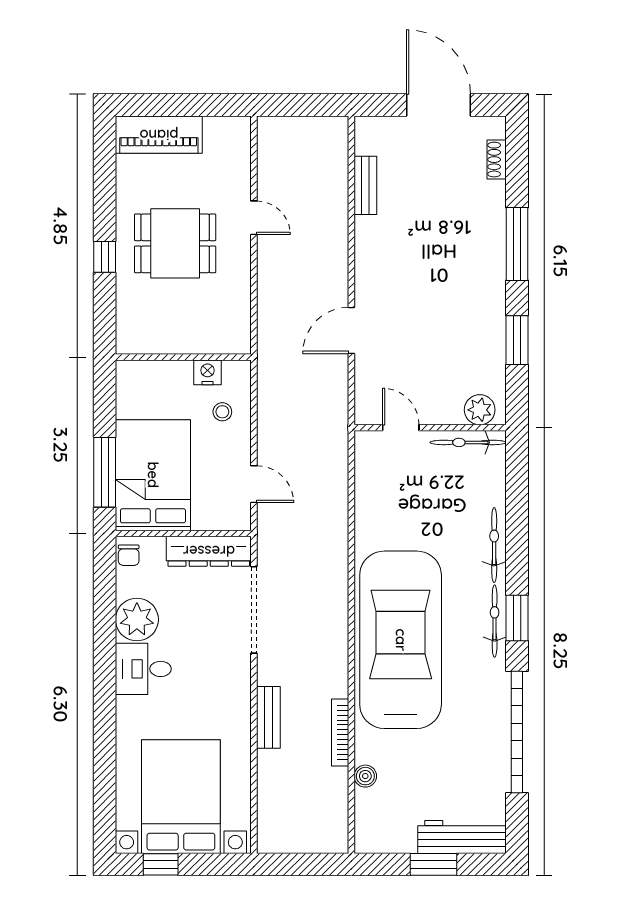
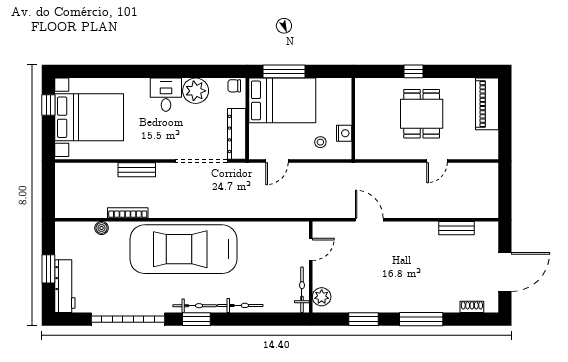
car: (401, 640) -> (183, 249), turned 180

